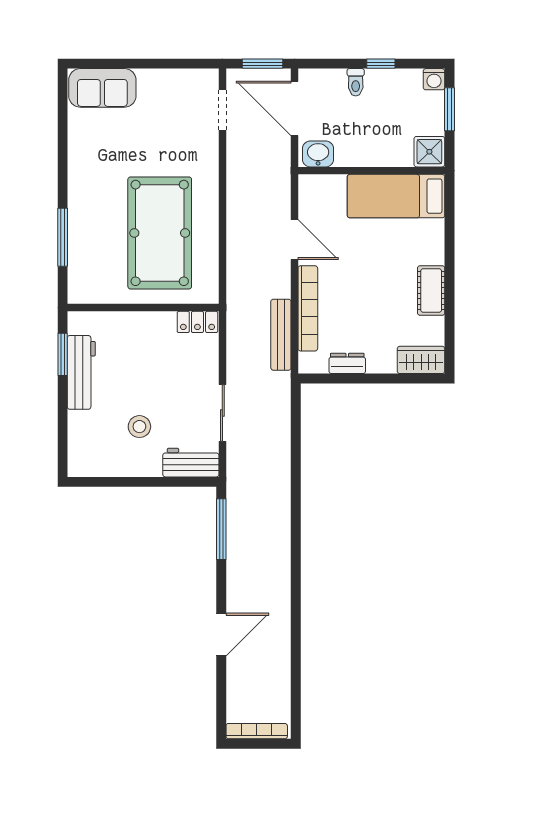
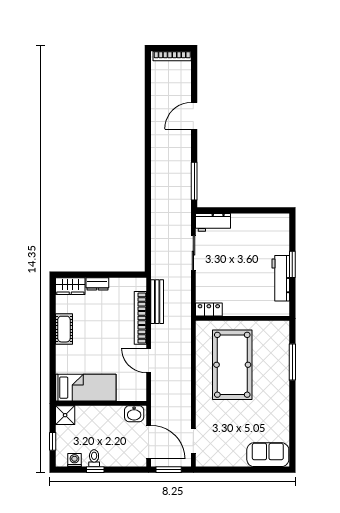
washing machine: (434, 79) -> (74, 460), moved
toilet: (356, 82) -> (94, 458), moved
window: (450, 109) -> (53, 441), width x0.67
window: (63, 354) -> (292, 264), moved
dresser: (347, 363) -> (97, 284), moved
stool: (139, 427) -> (245, 245), removed

